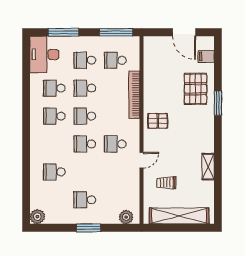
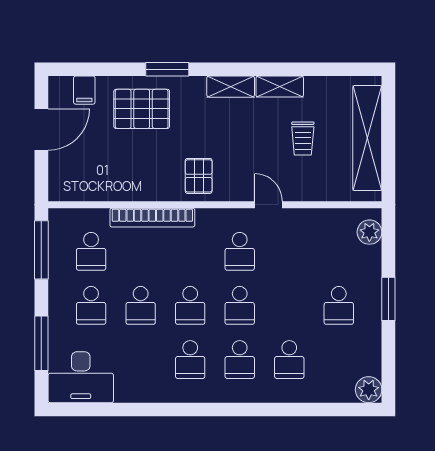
school desk: (54, 88) -> (240, 360), moved
shelving: (208, 139) -> (231, 87), added
trolley: (166, 183) -> (303, 138), moved

